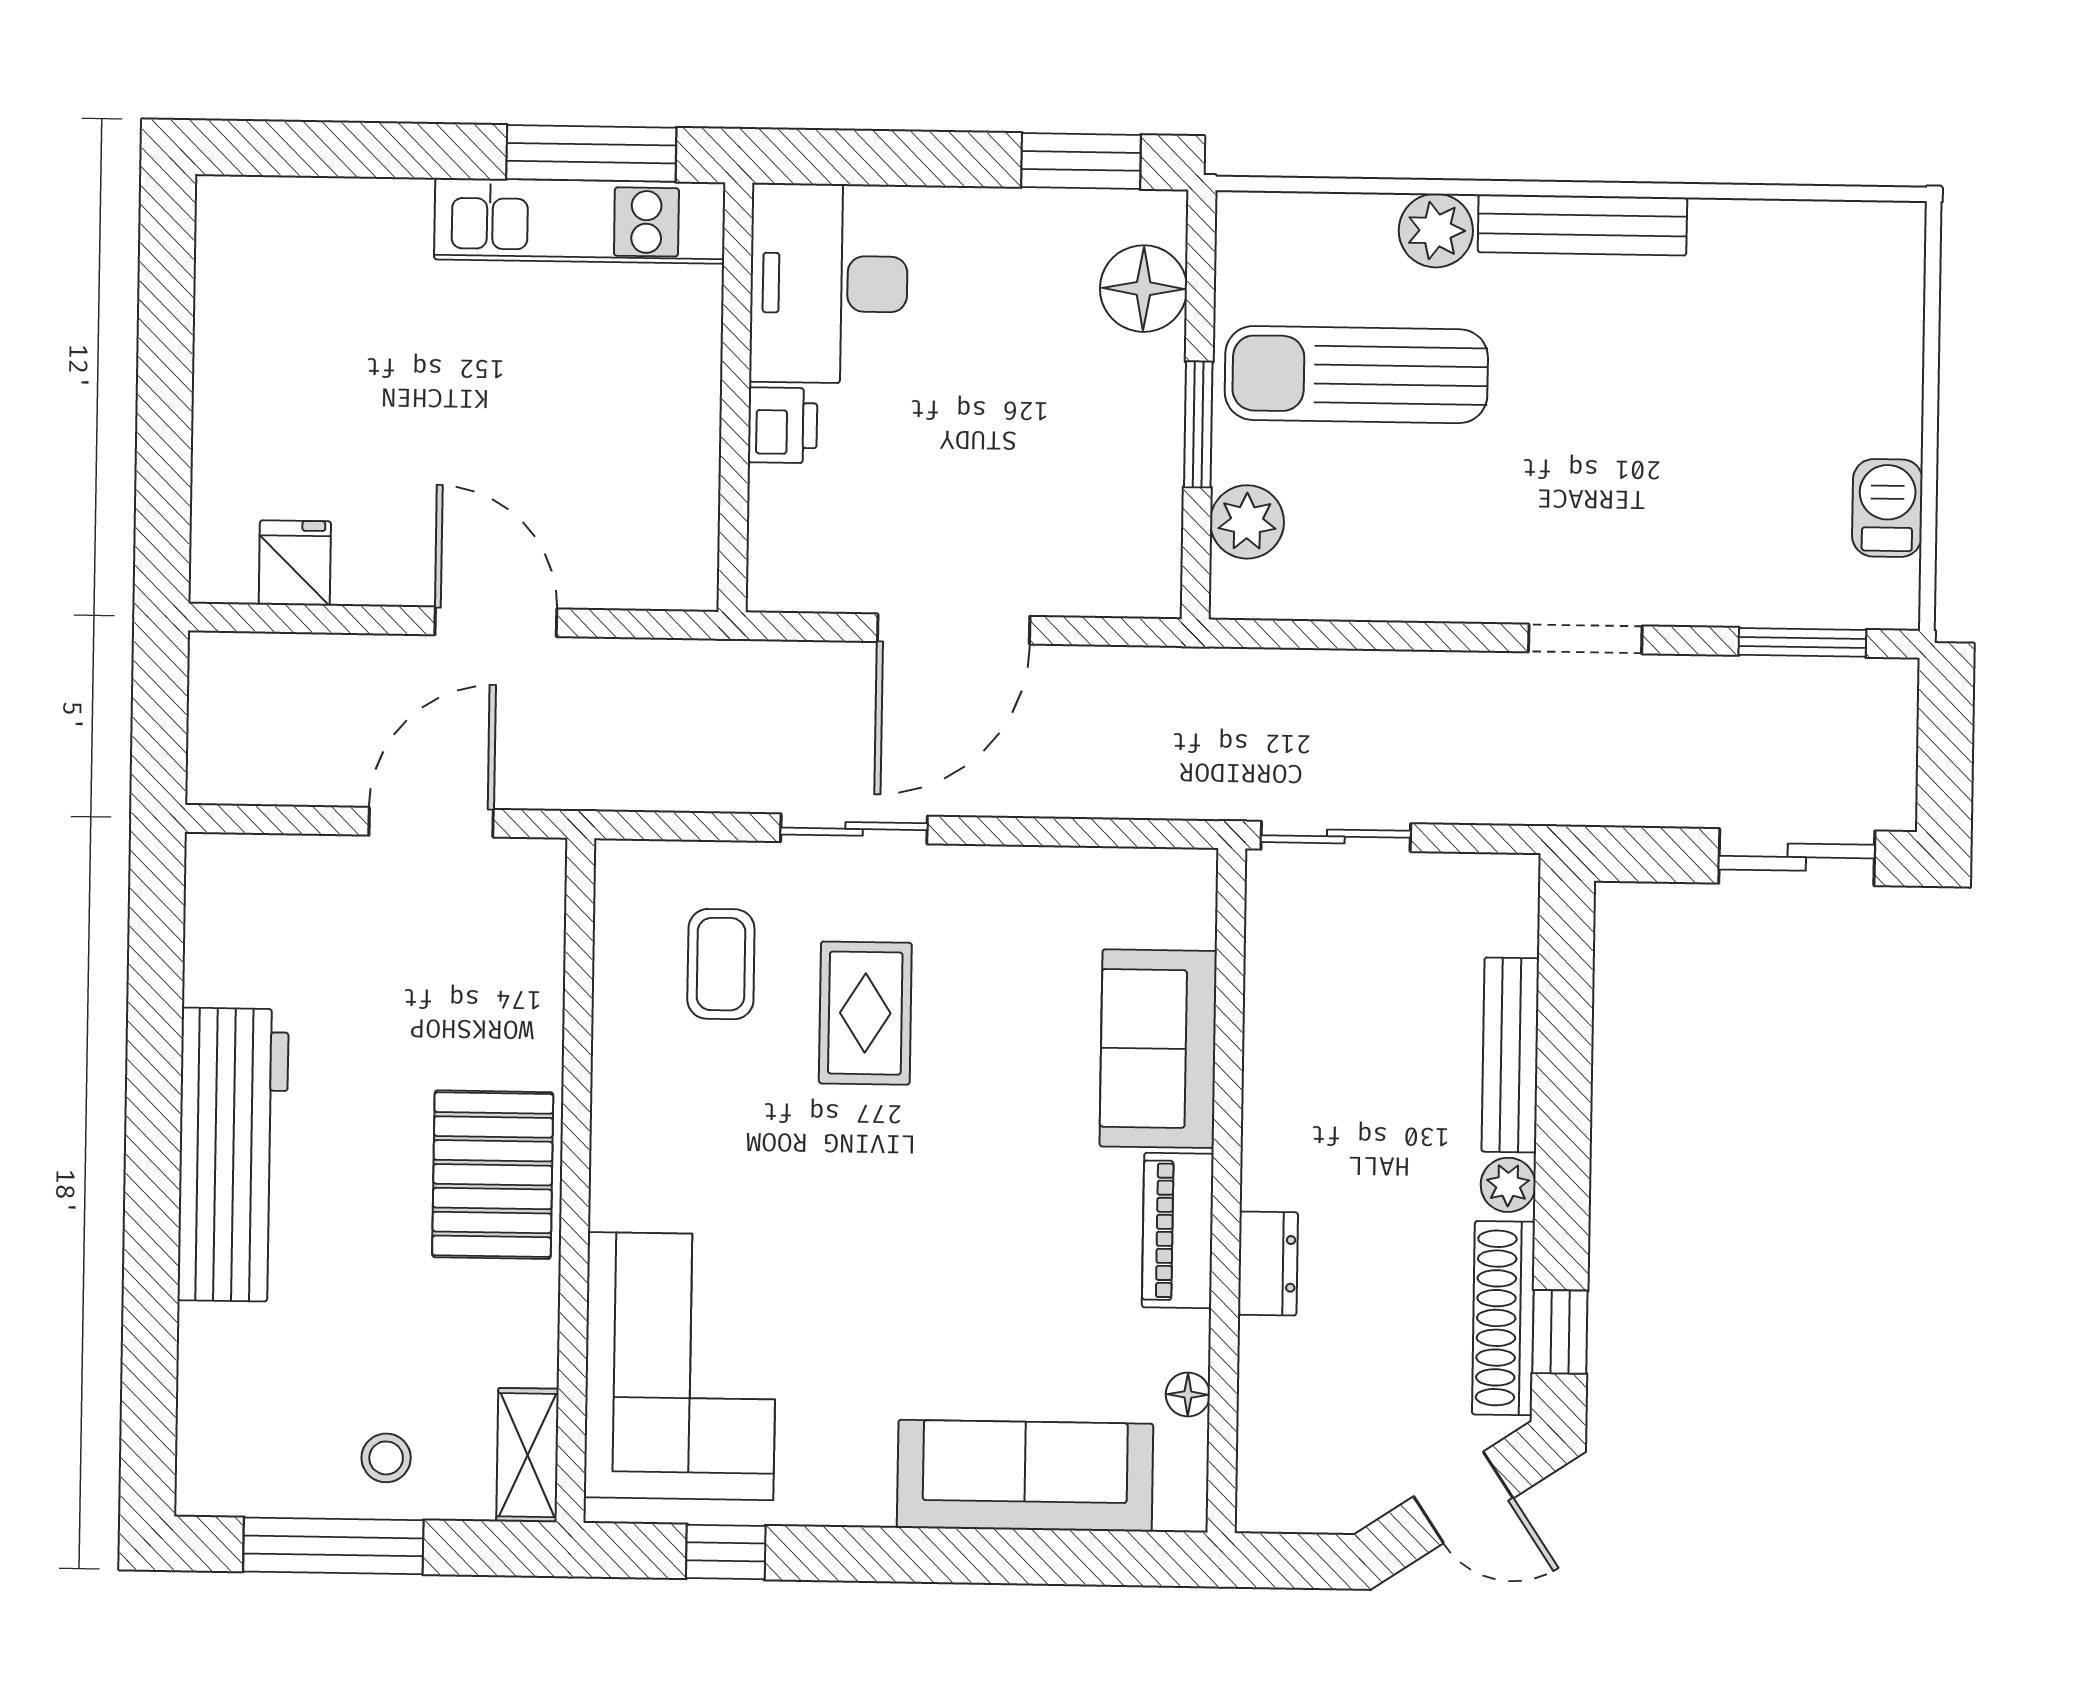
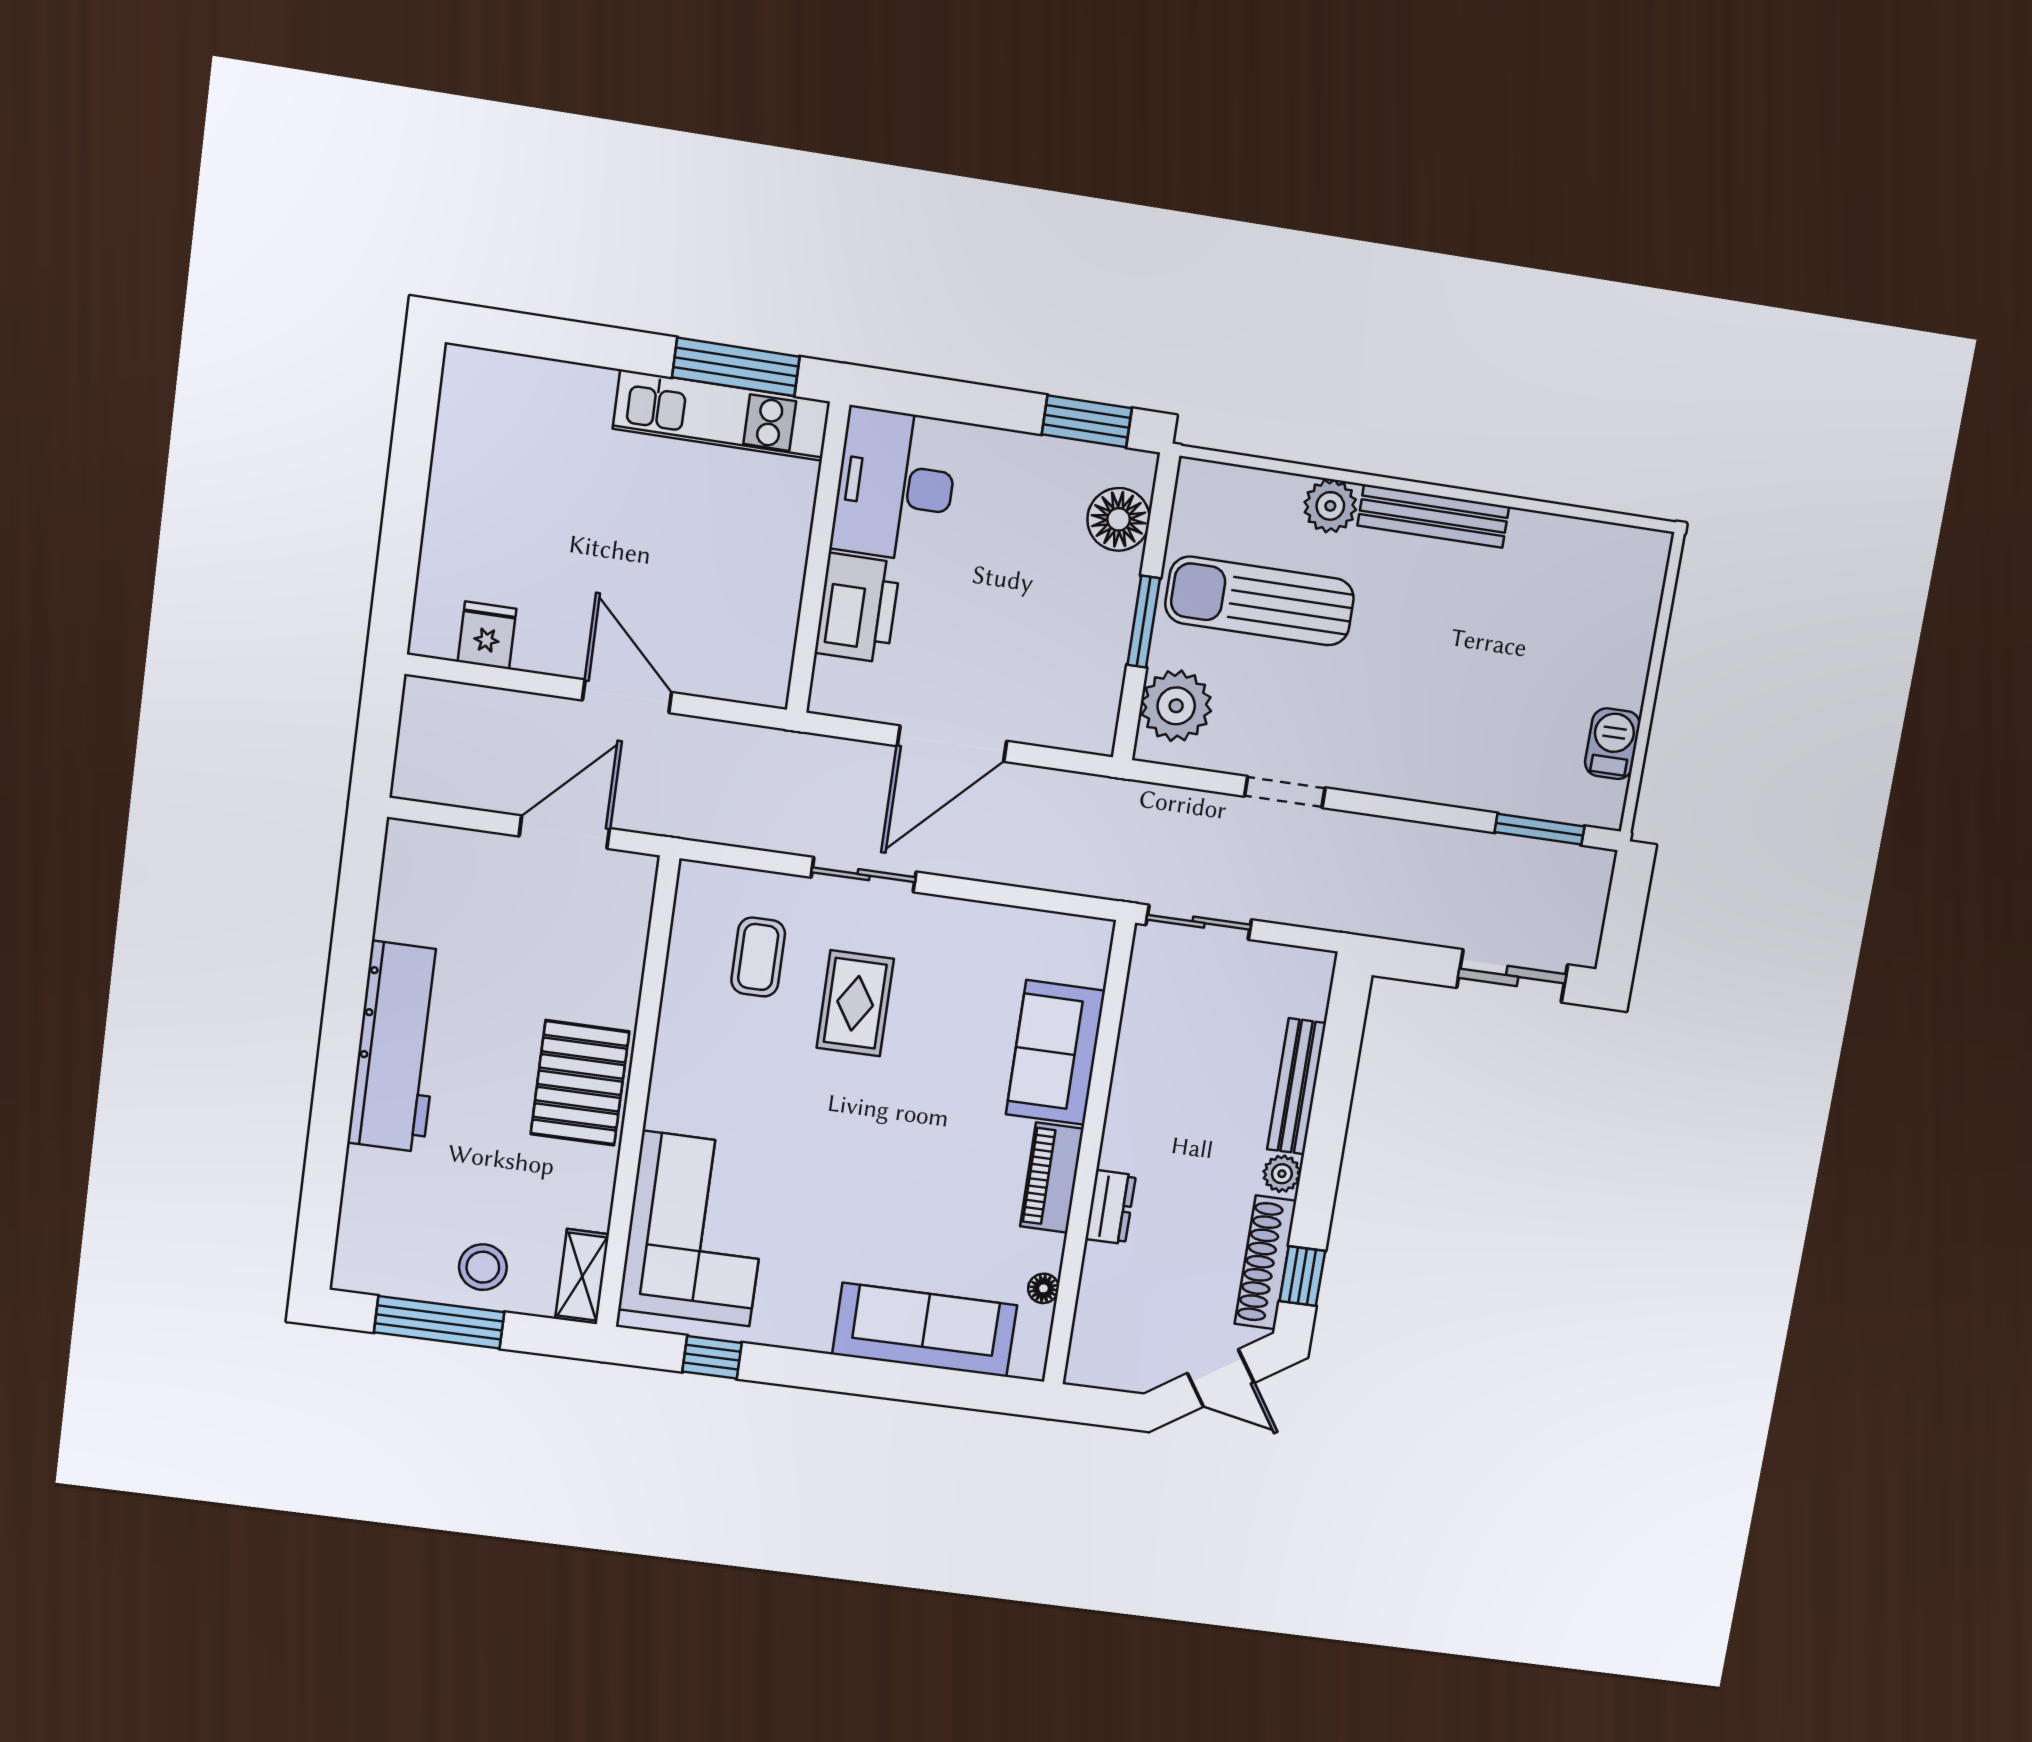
printer: (783, 425) -> (858, 608), width x1.87, depth x1.48
plant: (1247, 522) -> (1176, 706), width x1.36, depth x1.36
doorway: (1585, 639) -> (1285, 792), moved
stool: (386, 1458) -> (483, 1267), width x1.37, depth x1.37

